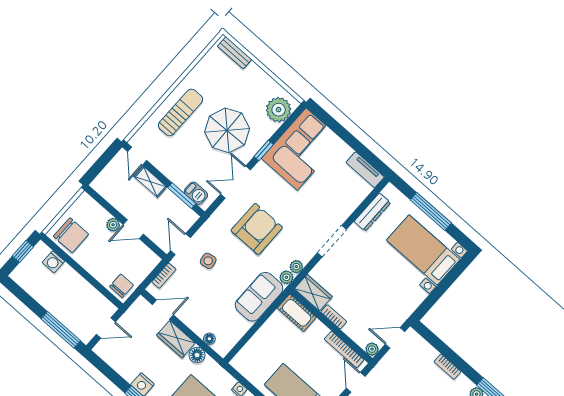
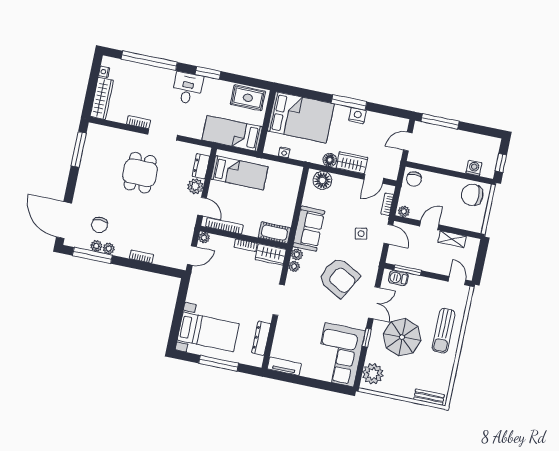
shelving: (150, 182) -> (452, 239), moved
plant: (113, 225) -> (404, 211), moved
armchair: (257, 229) -> (339, 277), turned -61
floor lamp: (209, 339) -> (322, 180), width x1.89, depth x1.89

